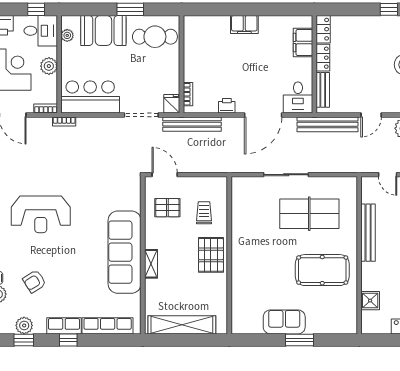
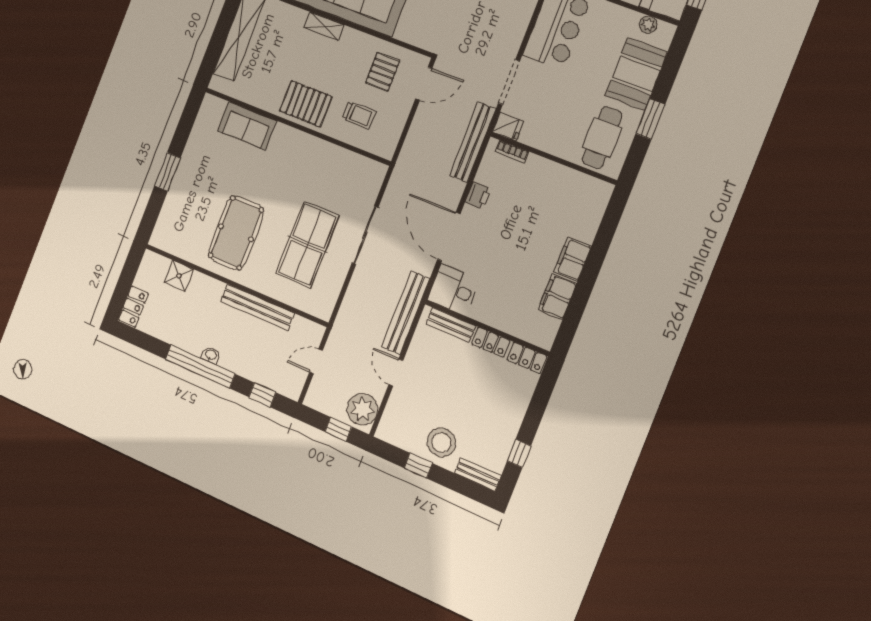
filing cabinet: (303, 43) -> (557, 296), moved, turned -90
sofa: (284, 322) -> (247, 126), moved, turned 90

